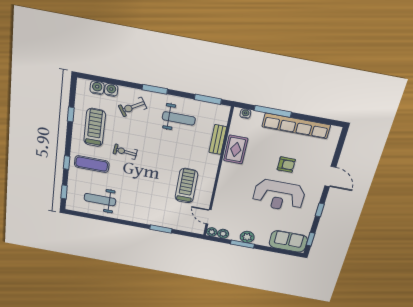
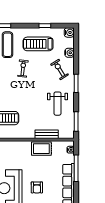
water cooler: (97, 88) -> (69, 32), moved
treadmill: (95, 127) -> (38, 44), turned 180

